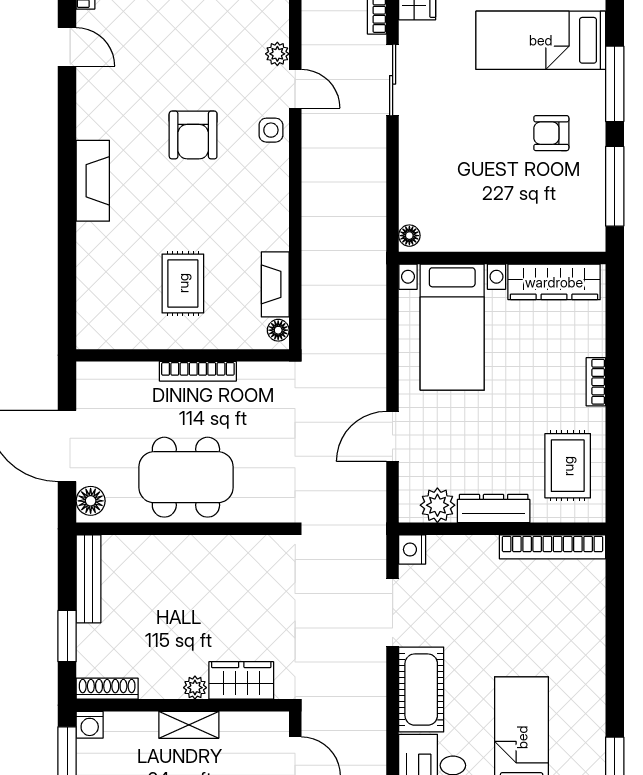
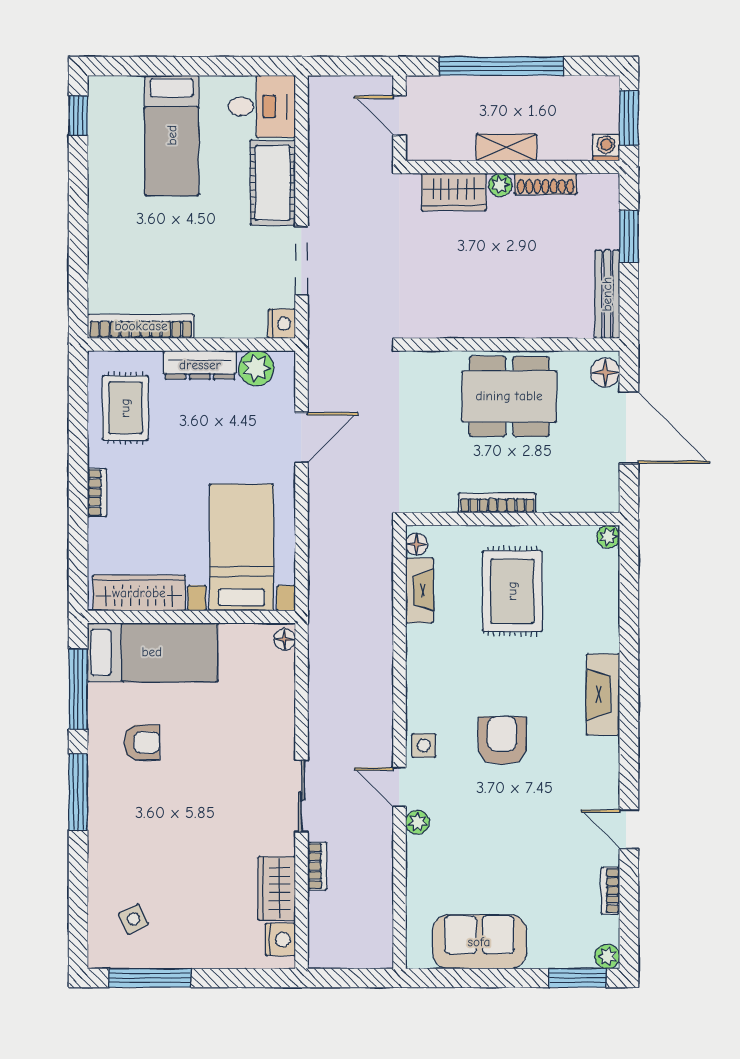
bed: (541, 40) -> (152, 652), moved
rug: (183, 283) -> (512, 591), width x1.36, depth x1.43
plant: (88, 338) -> (608, 537), added
shoe rack: (107, 689) -> (545, 184), moved

